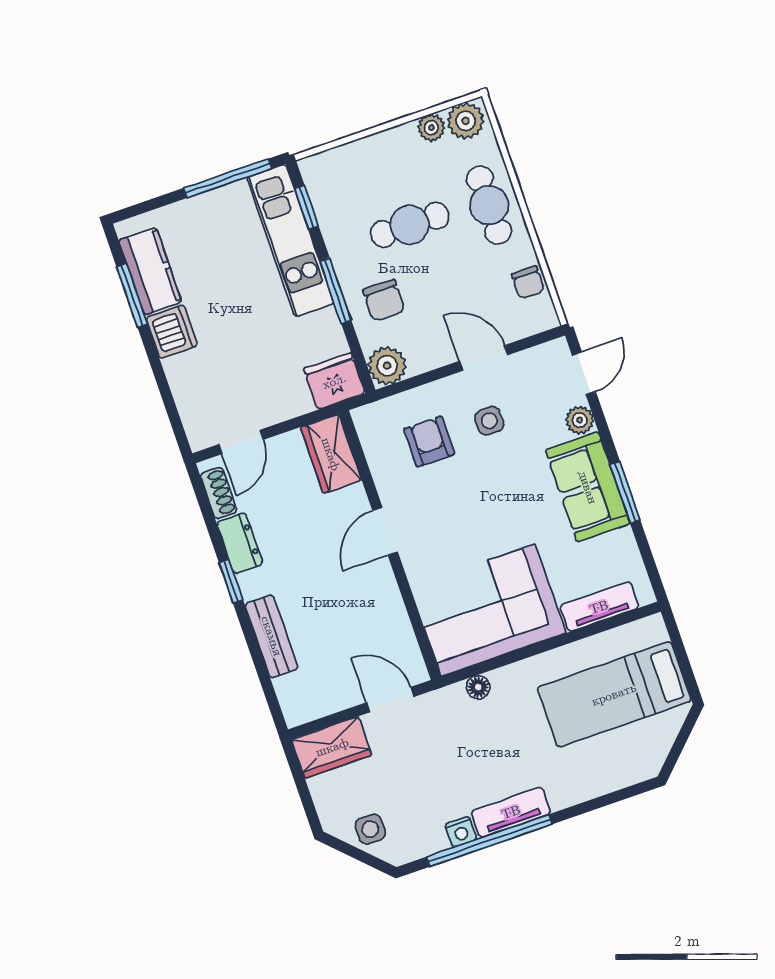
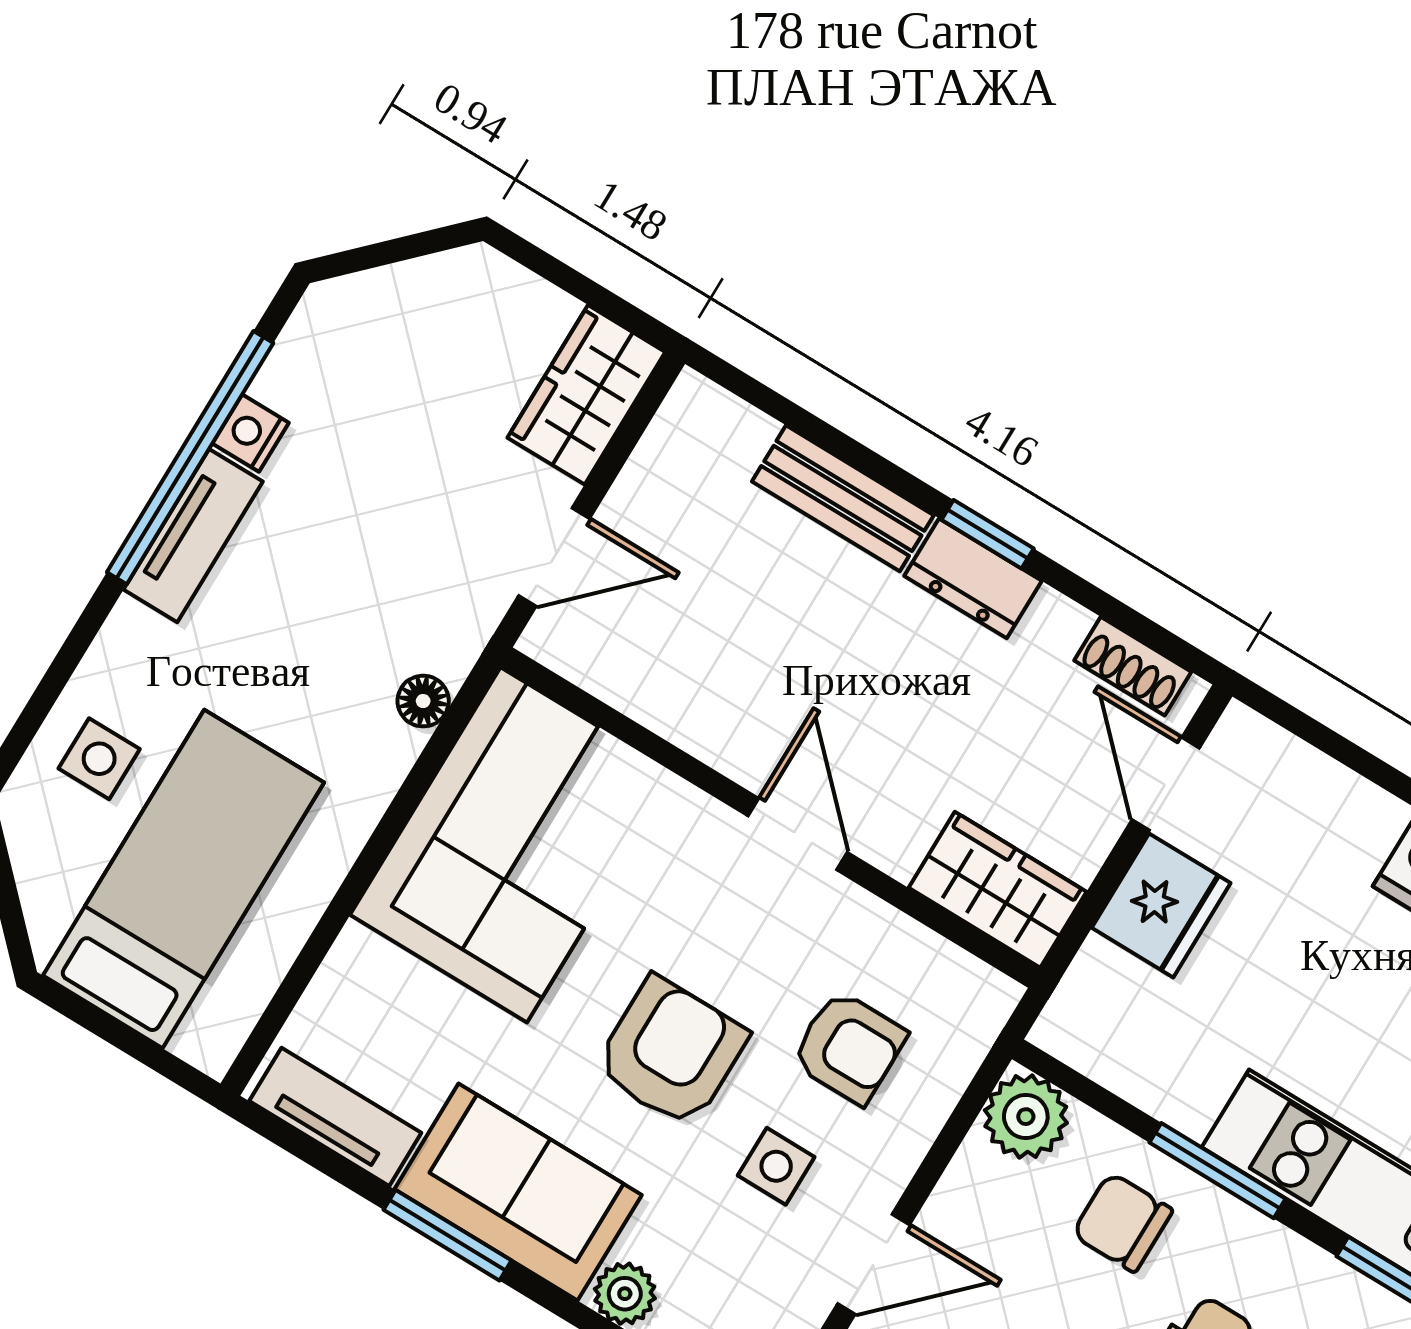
fridge: (334, 381) -> (1161, 905), moved
armchair: (493, 492) -> (671, 1052), added
dresser: (240, 543) -> (973, 578), moved
tv unit: (599, 607) -> (335, 1117), moved, turned -90
side table: (370, 829) -> (99, 759), moved

